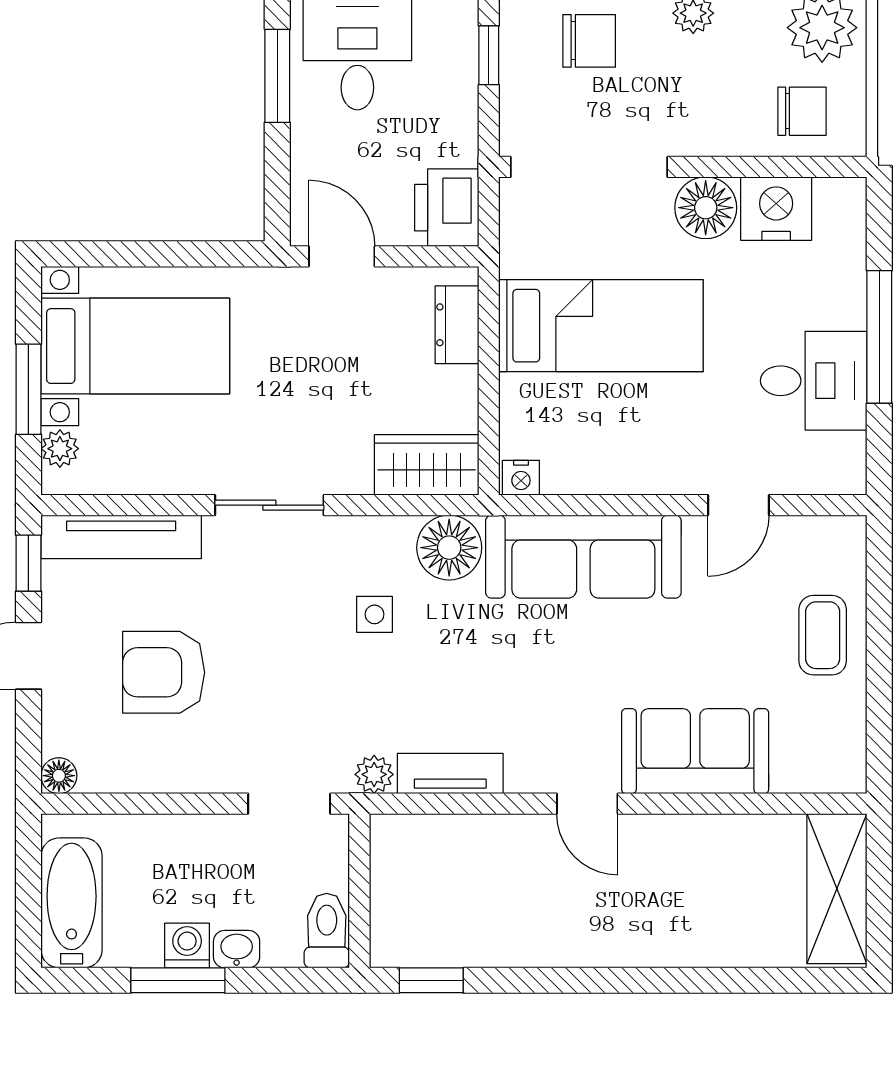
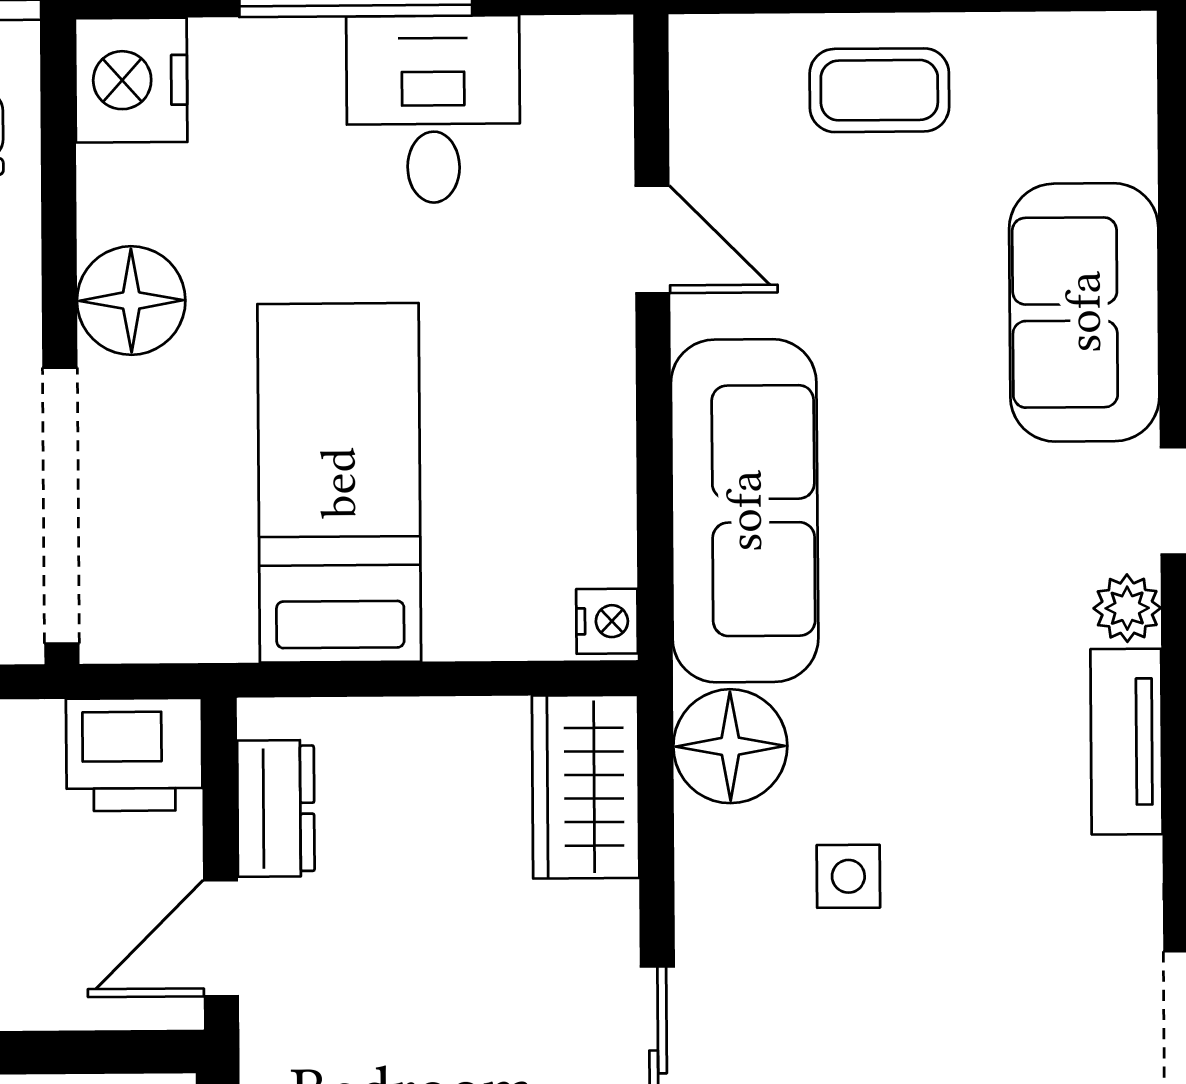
nightstand: (776, 209) -> (131, 80), moved
dresser: (457, 325) -> (276, 808), moved, turned -90
plant: (374, 774) -> (1127, 608), moved

